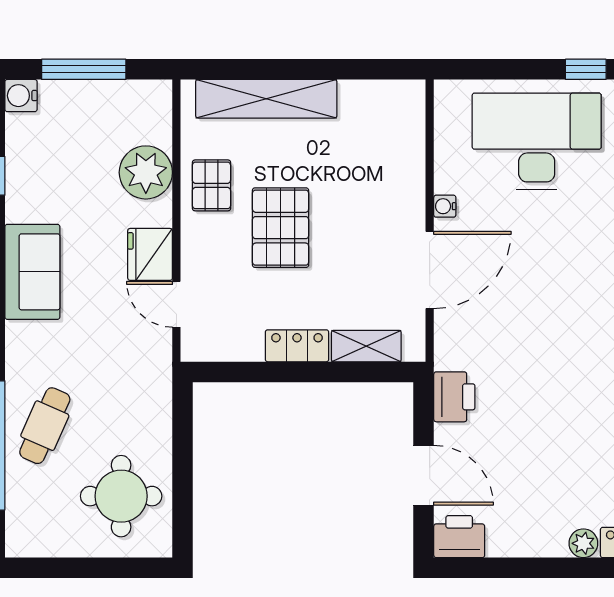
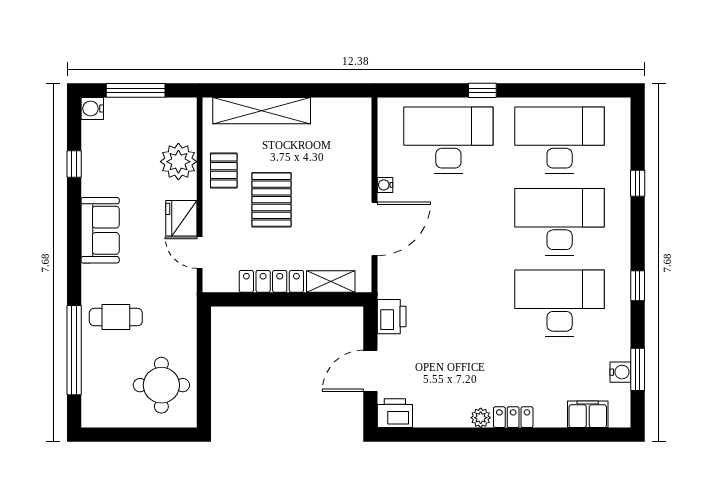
locker: (297, 346) -> (271, 281), width x1.53
cafe table: (45, 426) -> (116, 317), moved, turned 66
door: (424, 475) -> (370, 371), swing flipped

